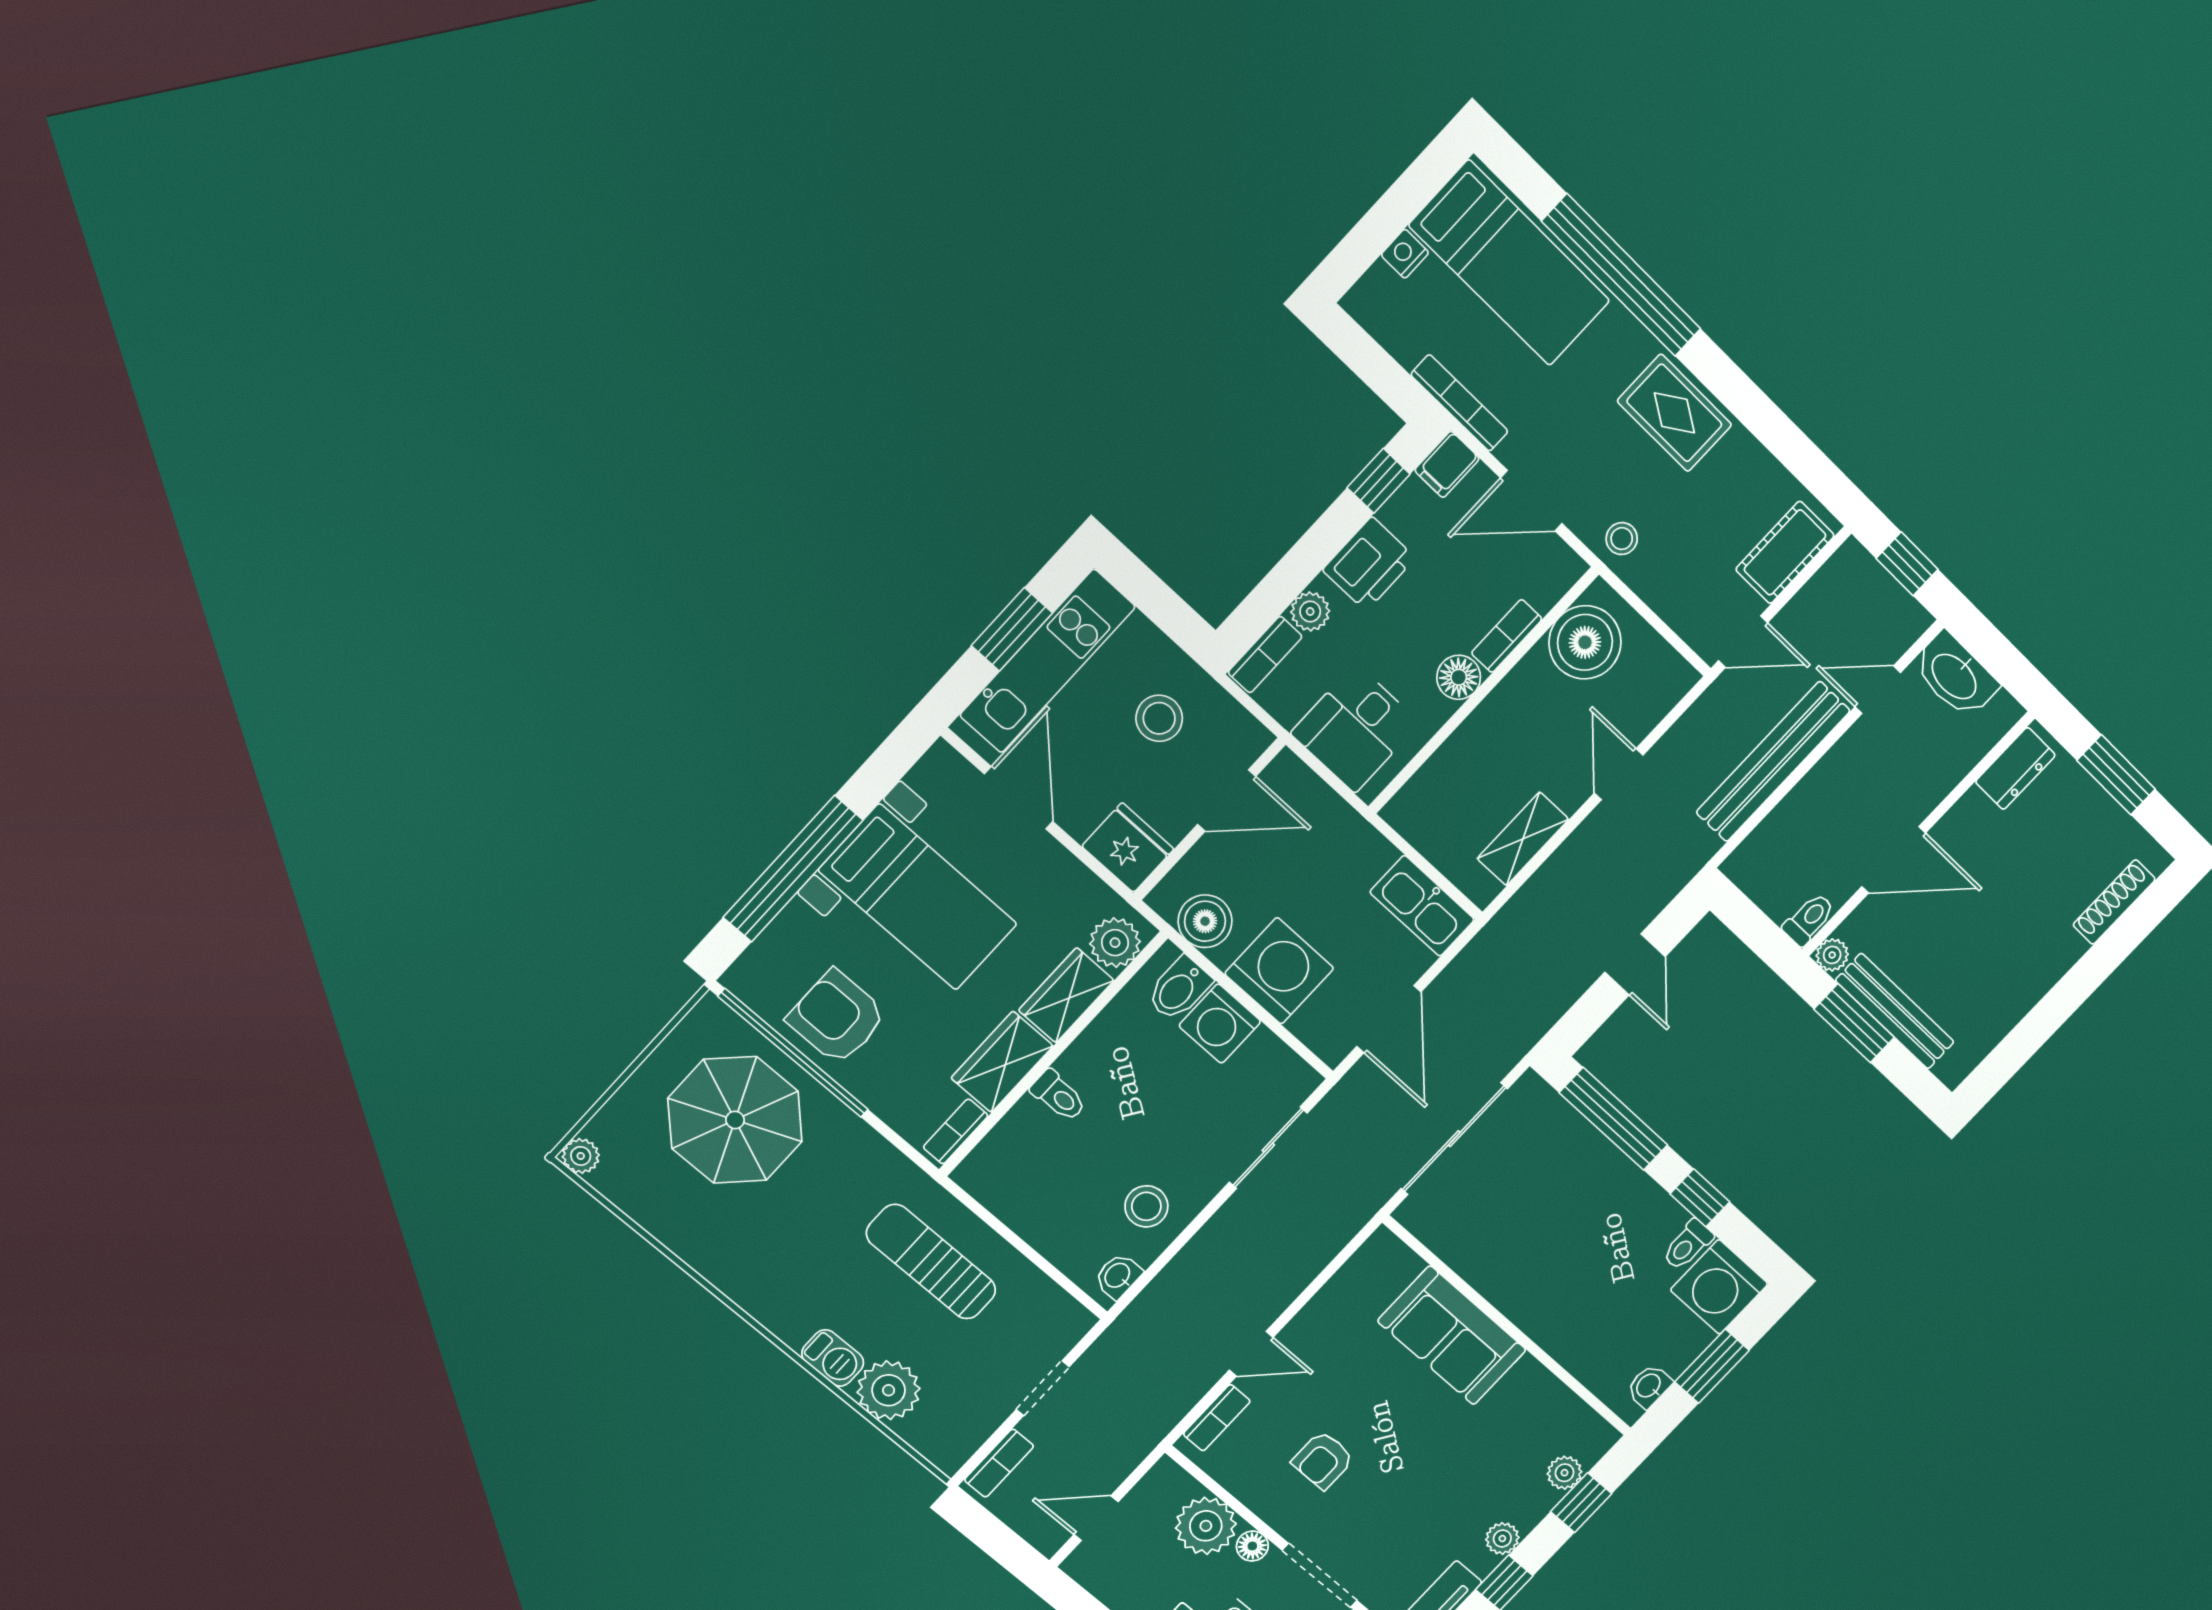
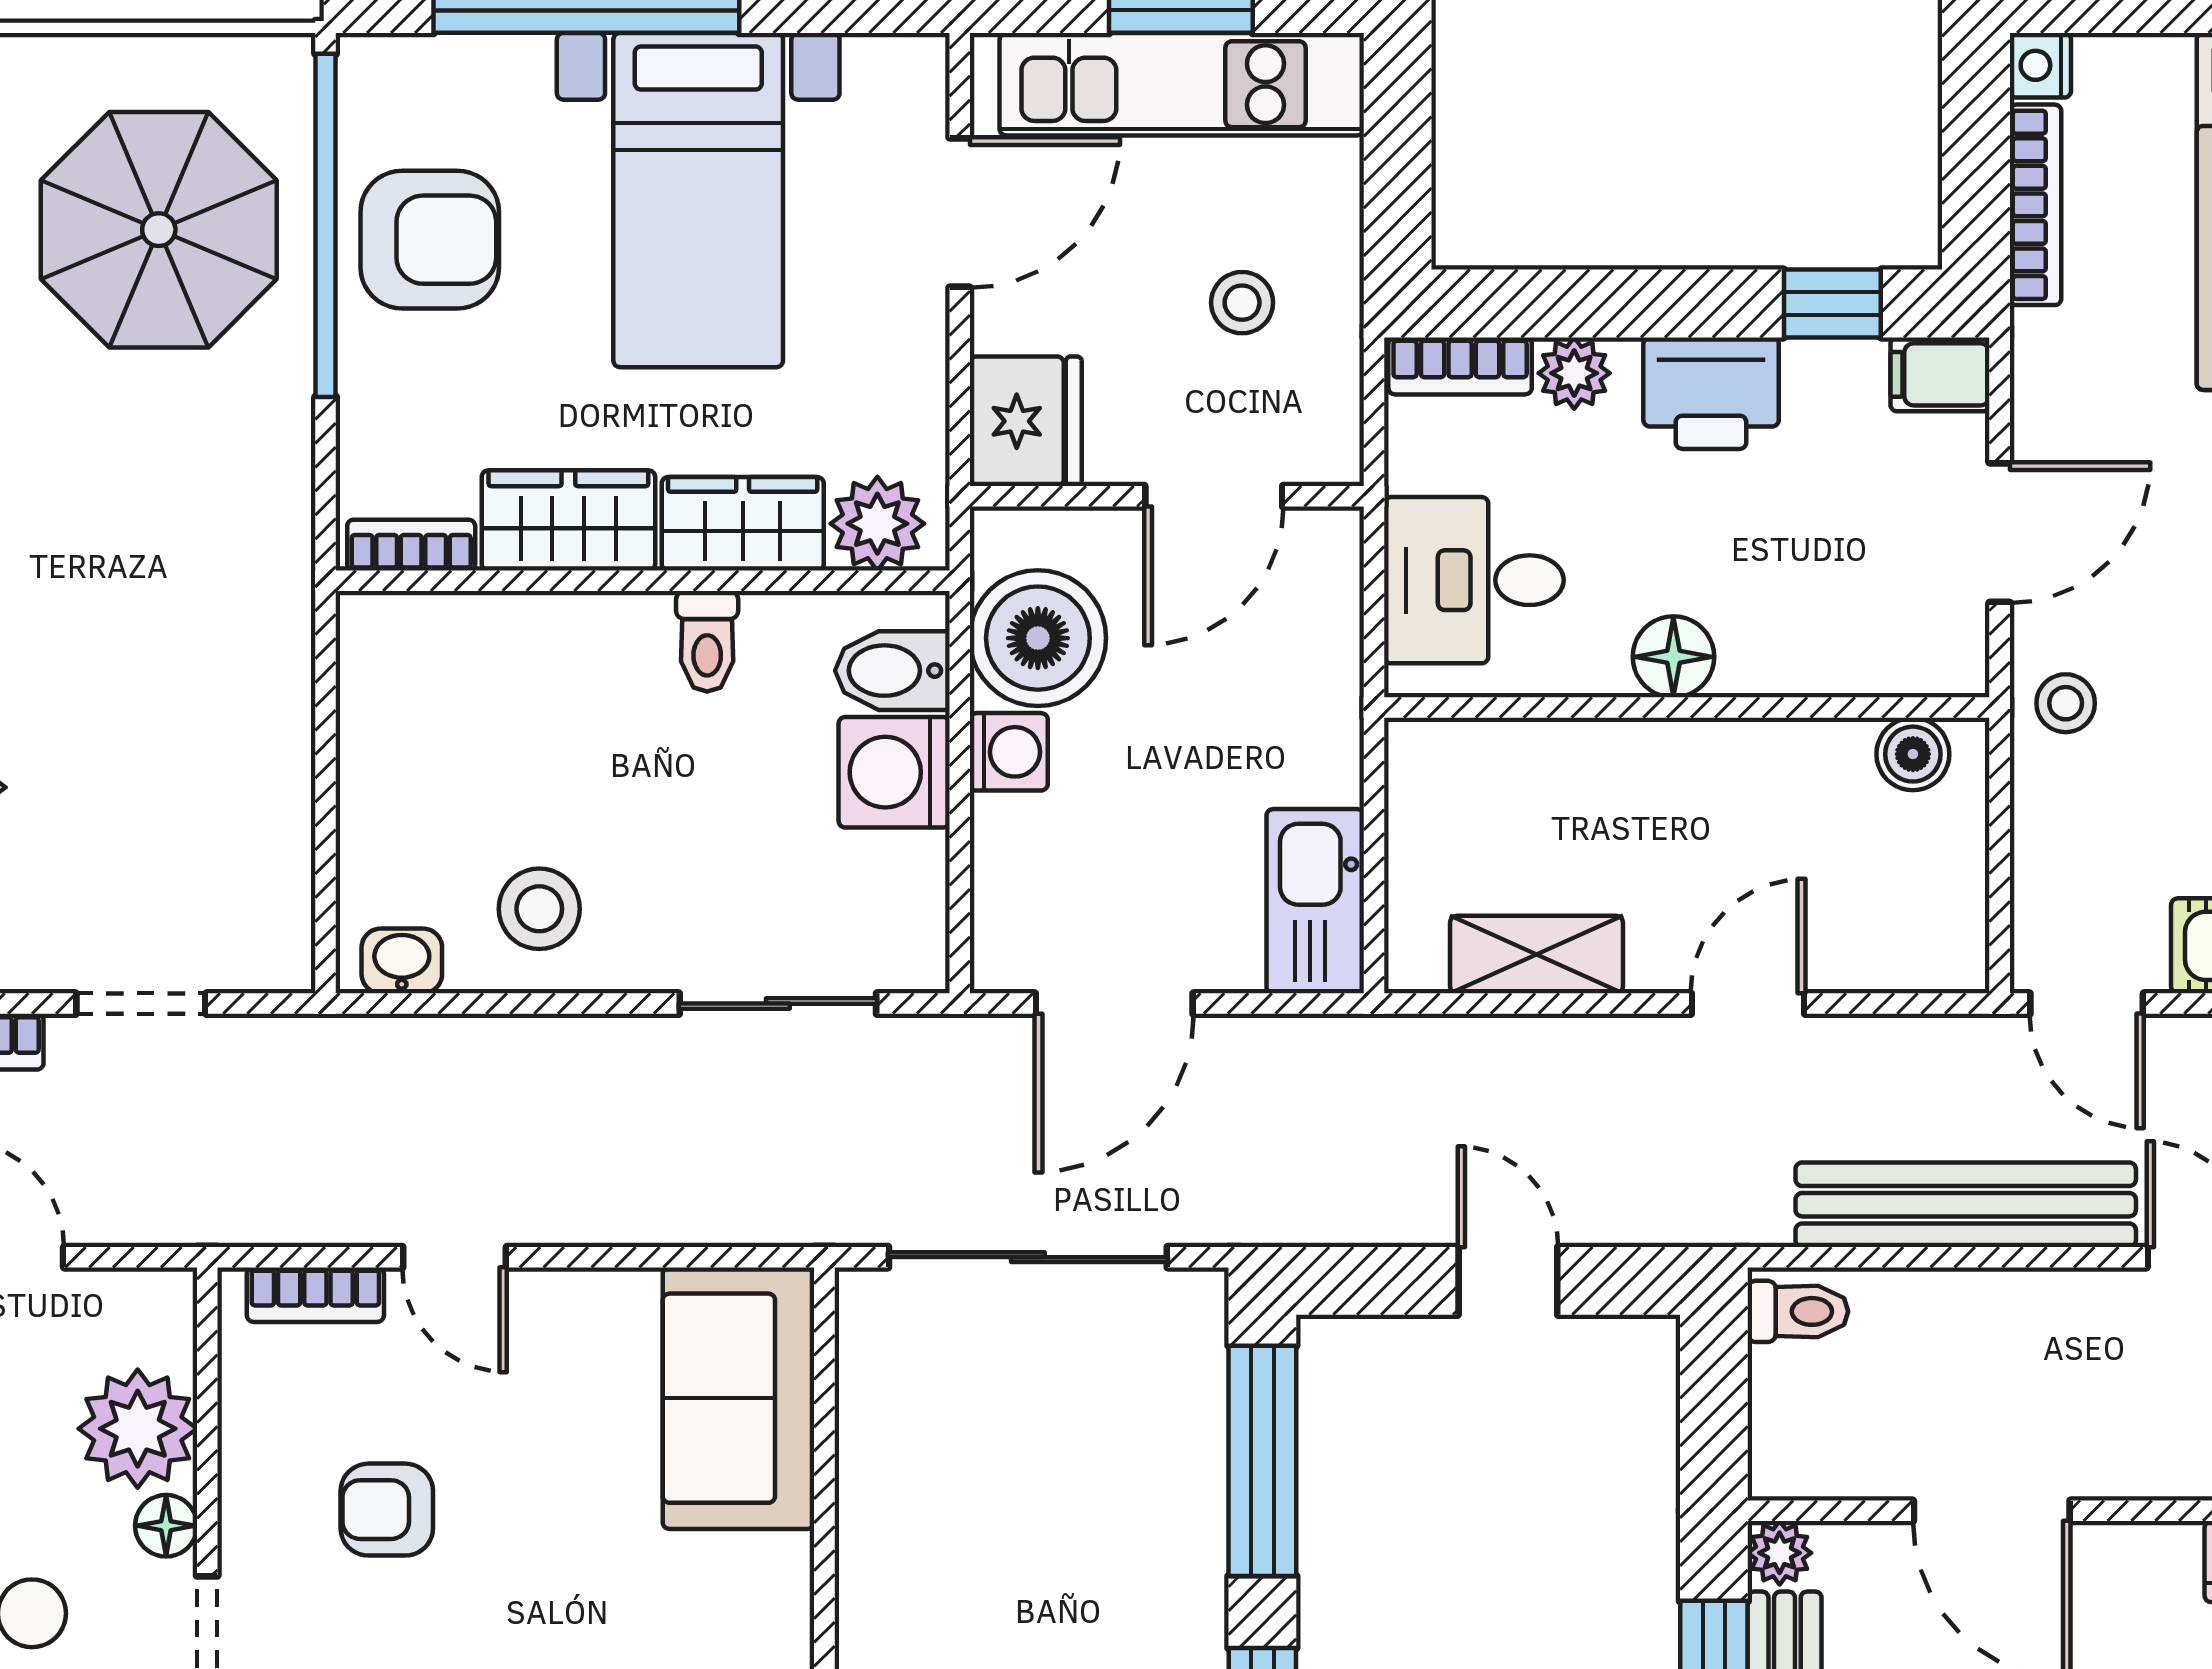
nightstand: (1405, 254) -> (2040, 65), moved, turned -90
bookcase: (1459, 403) -> (2035, 205), moved
door: (1531, 501) -> (2000, 533), swing flipped
bookcase: (1507, 636) -> (1790, 670), removed
boiler: (1585, 642) -> (1913, 754), width x0.54, depth x0.54
stool: (1159, 718) -> (1242, 303), width x0.73, depth x0.73
door: (1227, 800) -> (1214, 496), hinge flipped
toilet: (1809, 919) -> (1798, 1311), moved
boiler: (1205, 921) -> (1038, 638), width x1.37, depth x1.37
door: (1635, 964) -> (1508, 1281), swing flipped
washing machine: (1279, 971) -> (1009, 752), width x0.53, depth x0.53
armchair: (837, 1017) -> (430, 240), turned 90
toilet: (1058, 1096) -> (707, 641), moved
sun lounger: (931, 1262) -> (191, 679), removed
sofa: (1452, 1335) -> (739, 1398), moved

